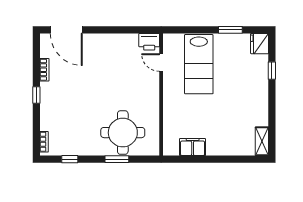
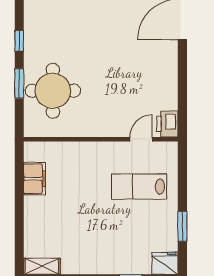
lab bench: (199, 64) -> (139, 187), width x0.73, depth x0.72
window: (70, 159) -> (19, 41), moved

